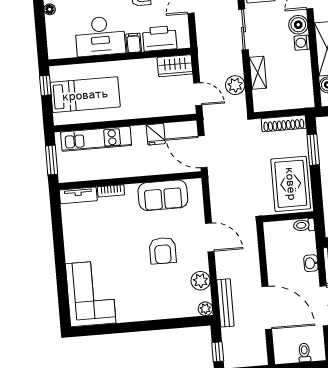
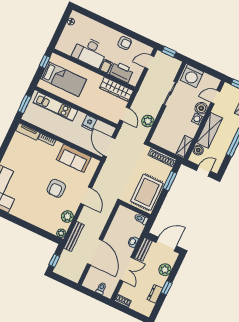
wardrobe: (175, 66) -> (116, 89), width x1.50
shelving: (258, 73) -> (185, 146), moved

